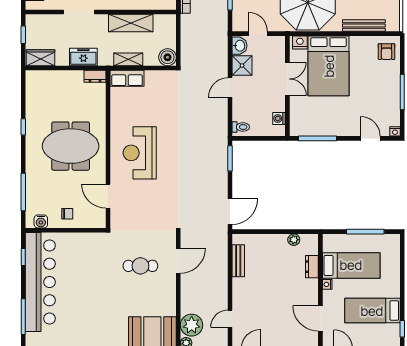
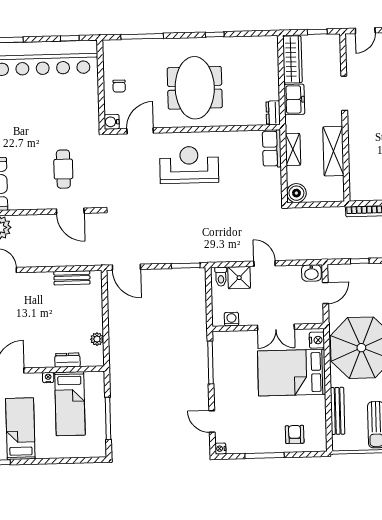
armchair: (387, 52) -> (295, 434), moved, turned 90
wardrobe: (40, 58) -> (292, 59), width x1.50
shower: (242, 66) -> (239, 278), moved
door: (370, 138) -> (212, 421), swing flipped
water cooler: (41, 221) -> (112, 122), moved

